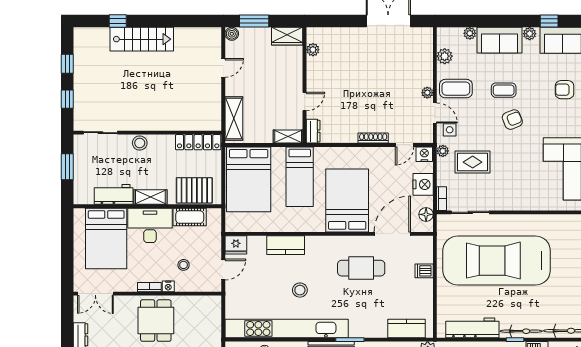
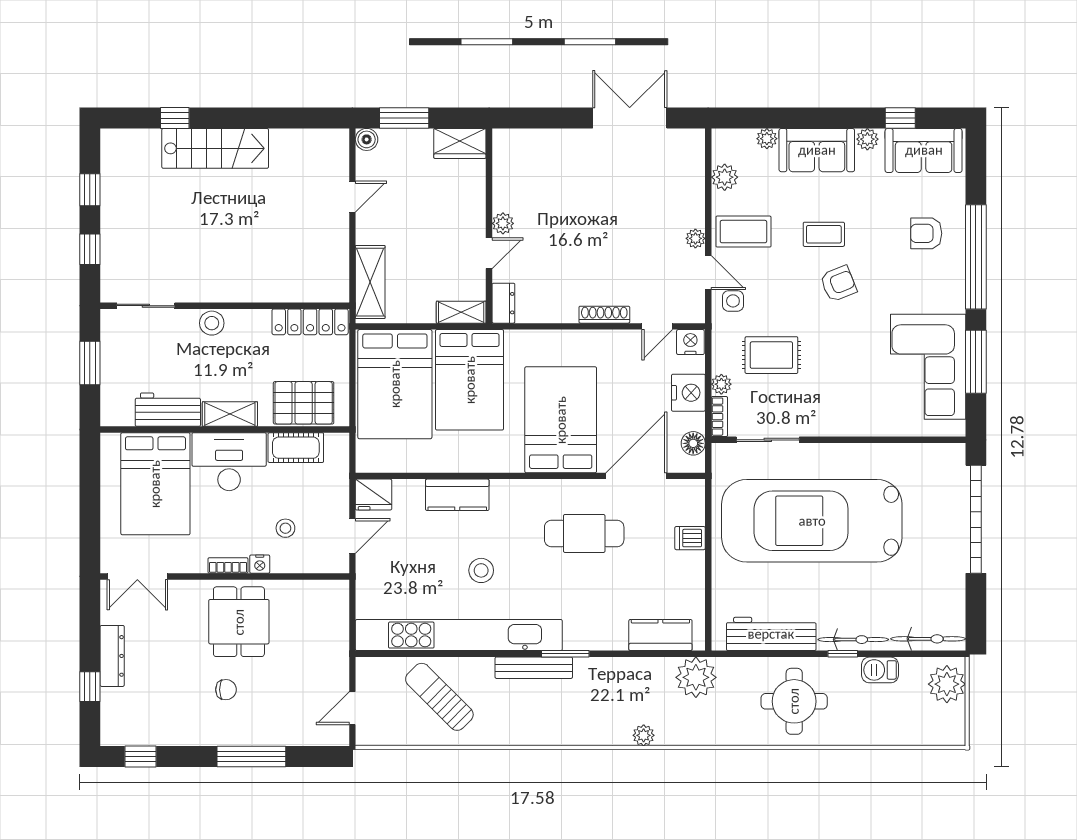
plant: (313, 50) -> (503, 223), moved
plant: (443, 151) -> (721, 384), moved
bed: (300, 177) -> (470, 380), width x1.50

